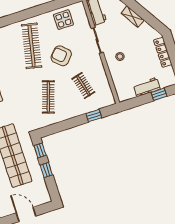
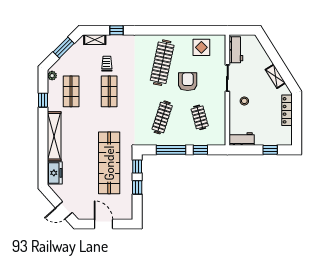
shelving: (133, 17) -> (275, 76), moved
armchair: (61, 56) -> (188, 82), turned 47
workbench: (147, 87) -> (242, 139), moved
window: (67, 124) -> (171, 150), added

